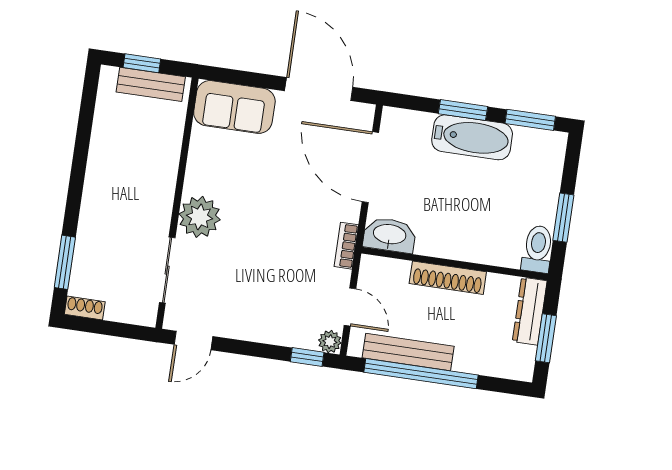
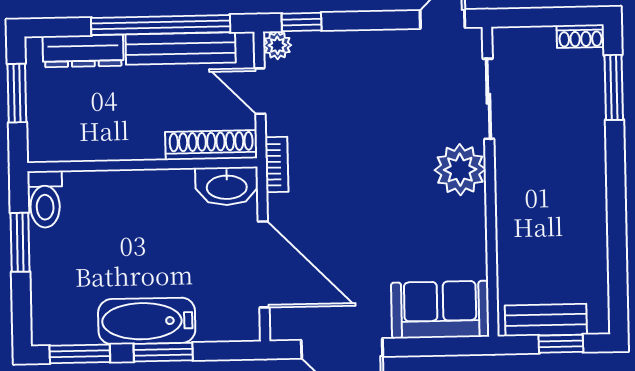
shoe rack: (448, 278) -> (211, 145), moved
dresser: (530, 311) -> (83, 51), moved, turned 90

